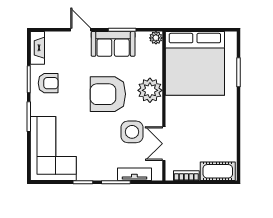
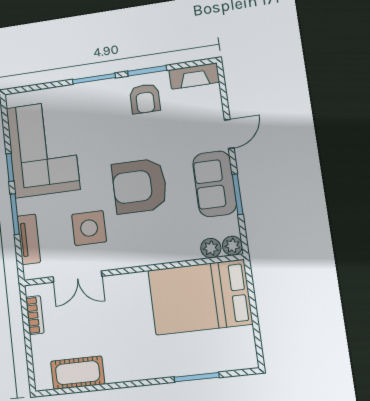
bed: (195, 63) -> (200, 297), width x0.73
plant: (150, 90) -> (211, 248), moved, width x0.53, depth x0.53
armchair: (108, 94) -> (140, 186), turned -90
double door: (164, 144) -> (77, 277), swing flipped
corner sofa: (53, 149) -> (43, 149), moved, turned -90
cot: (218, 171) -> (78, 373), moved, turned 90

